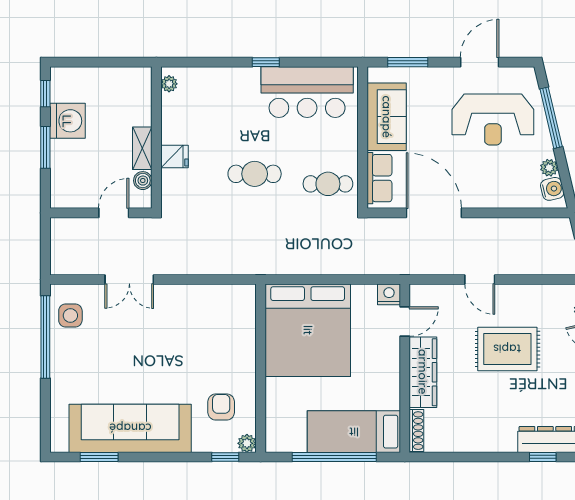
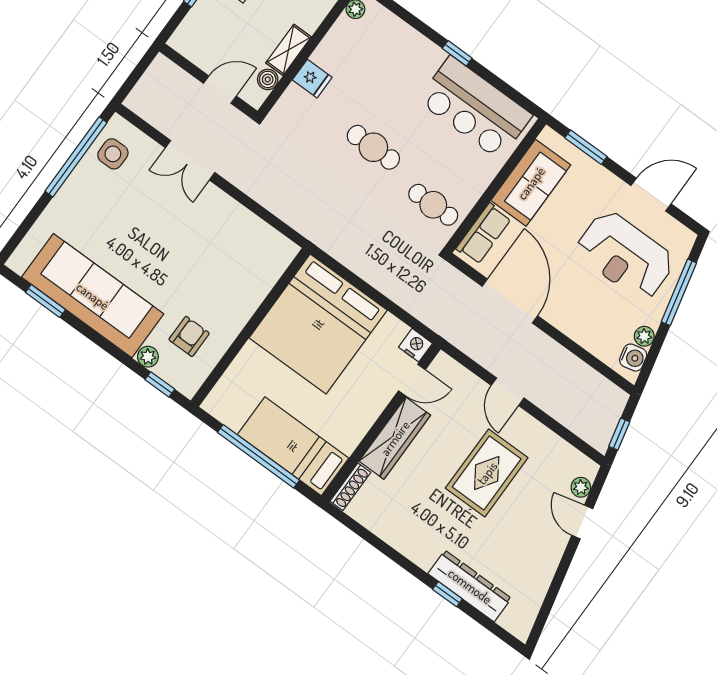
rug: (507, 349) -> (487, 473), turned 90
plant: (247, 443) -> (148, 357), moved

